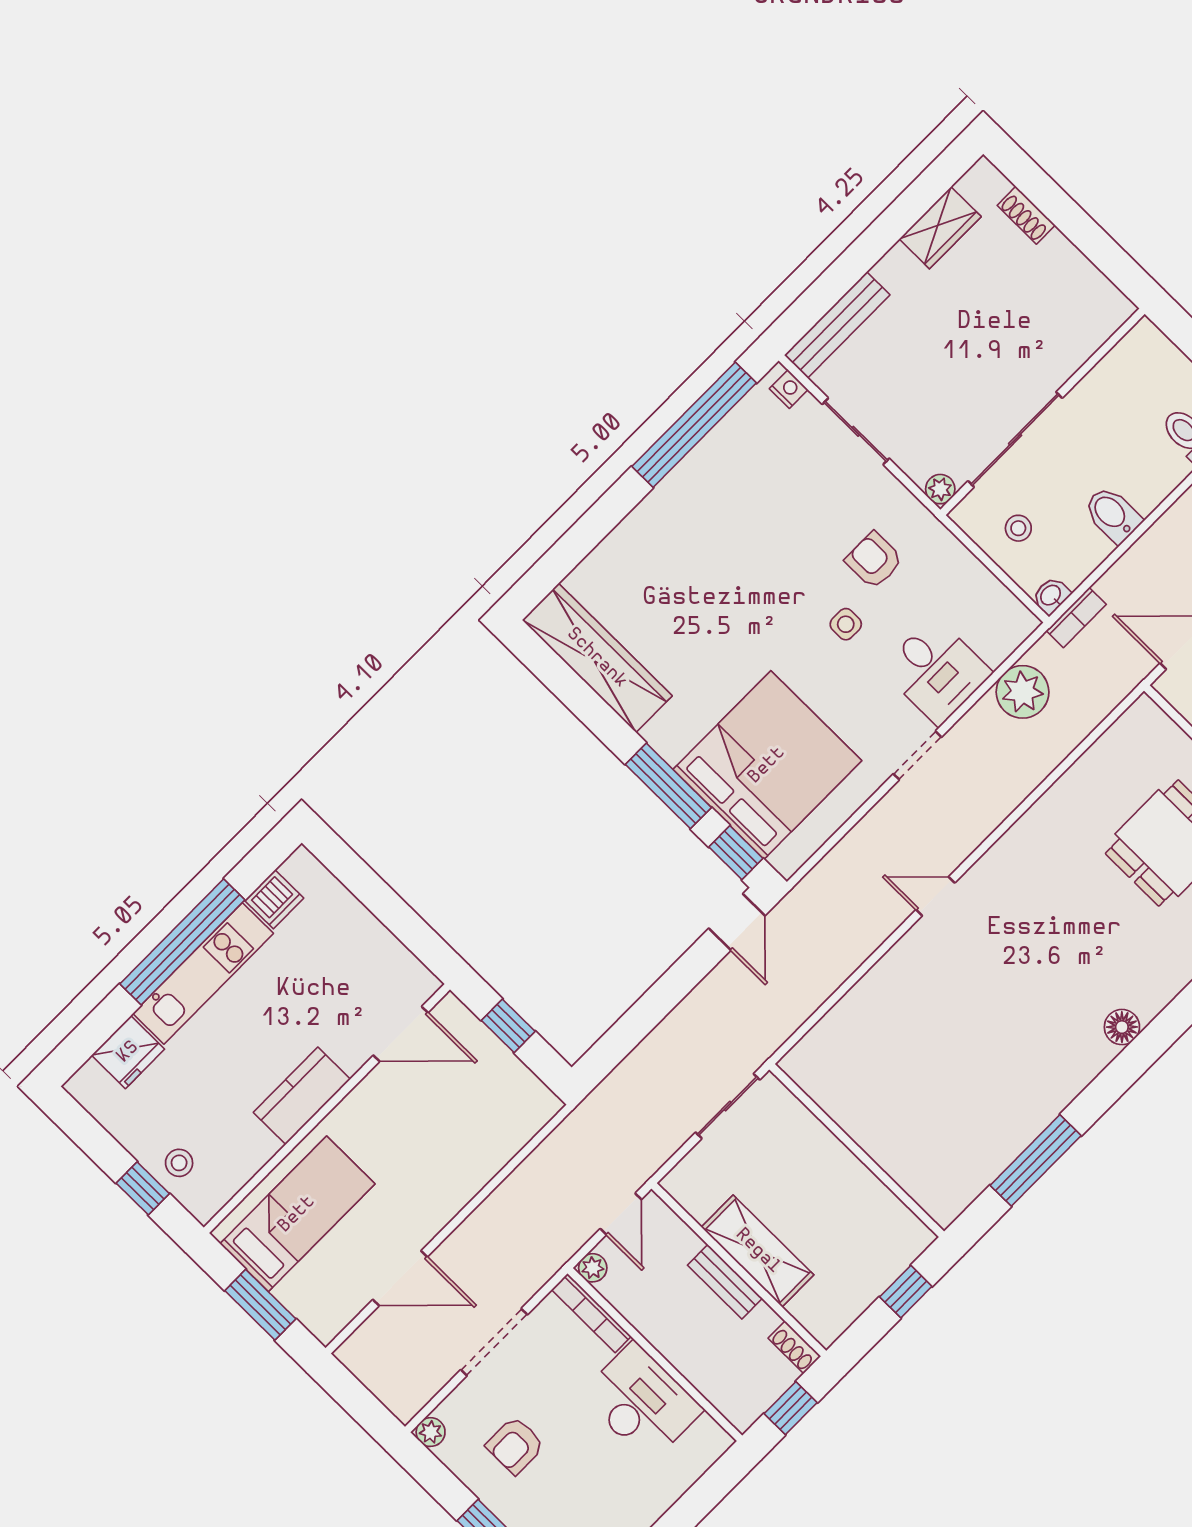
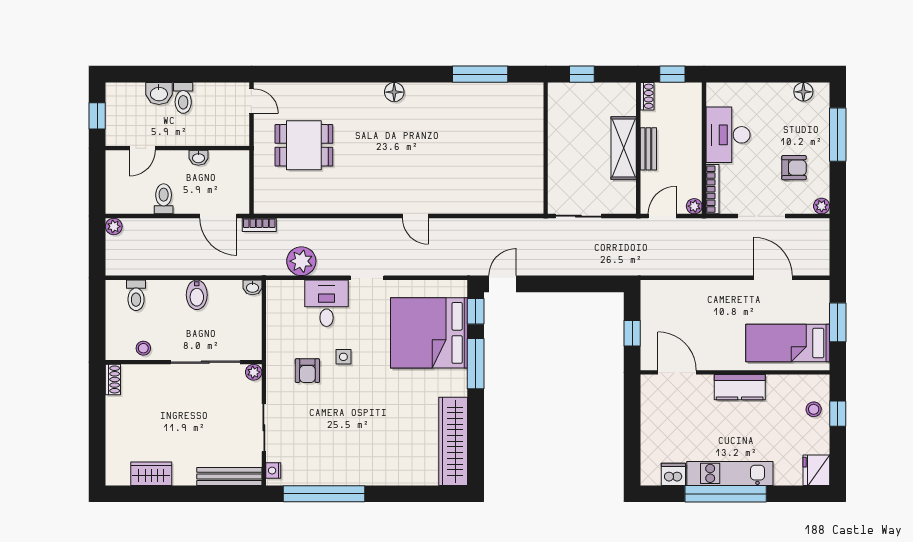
shoe rack: (1026, 215) -> (113, 379), moved
stool: (1018, 528) -> (143, 348), moved
bookcase: (1076, 618) -> (259, 225), moved, turned 180
fridge: (128, 1052) -> (816, 470), moved, turned -90

